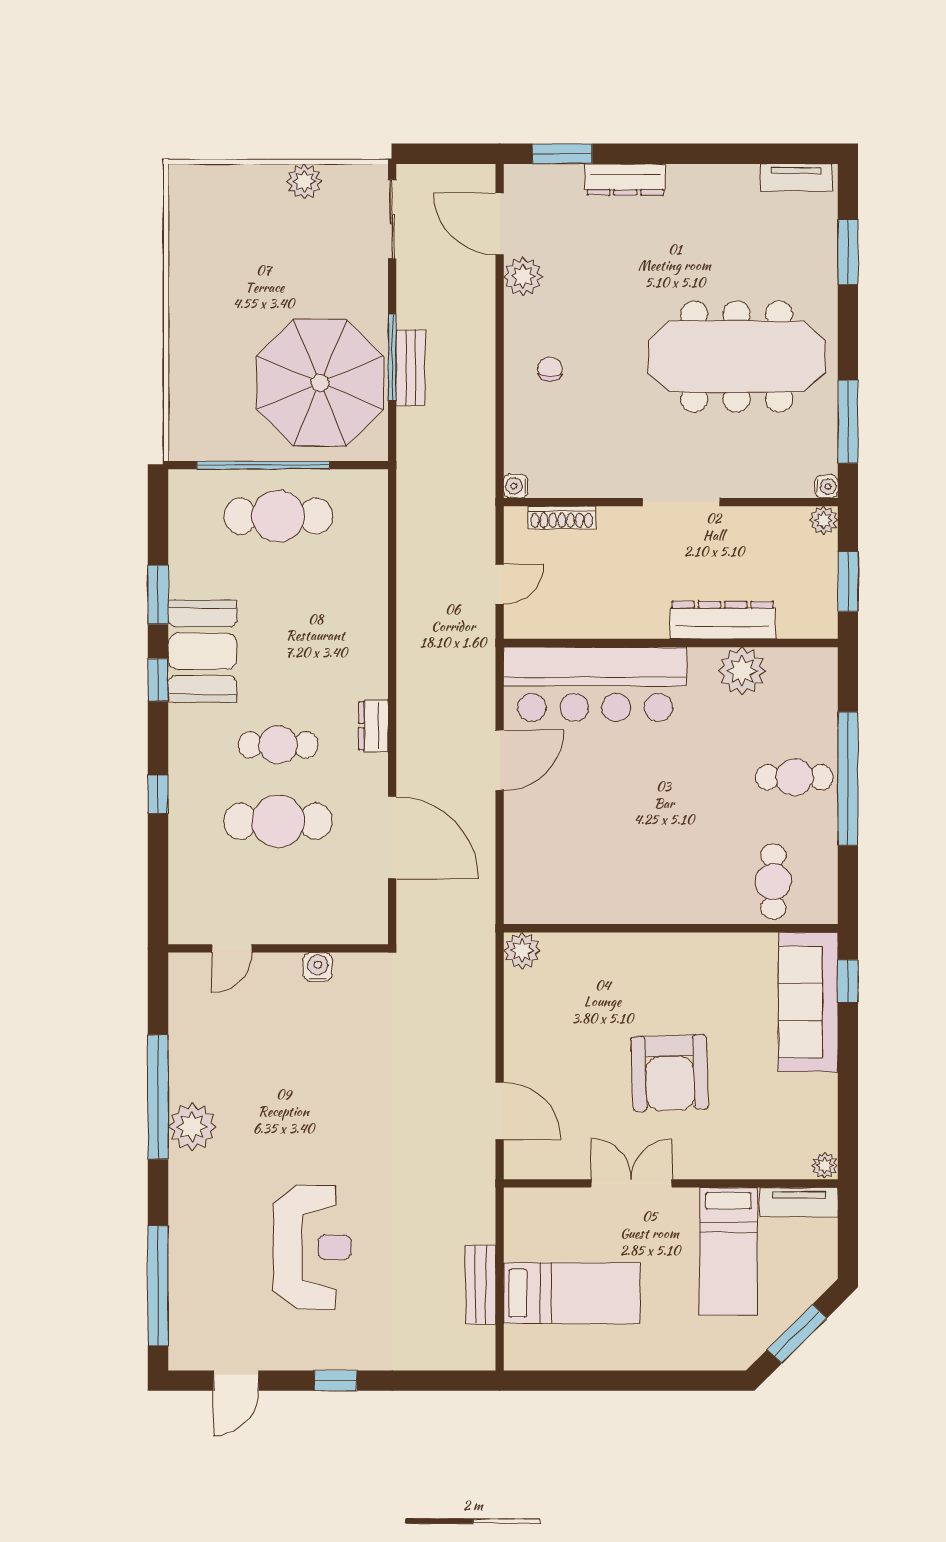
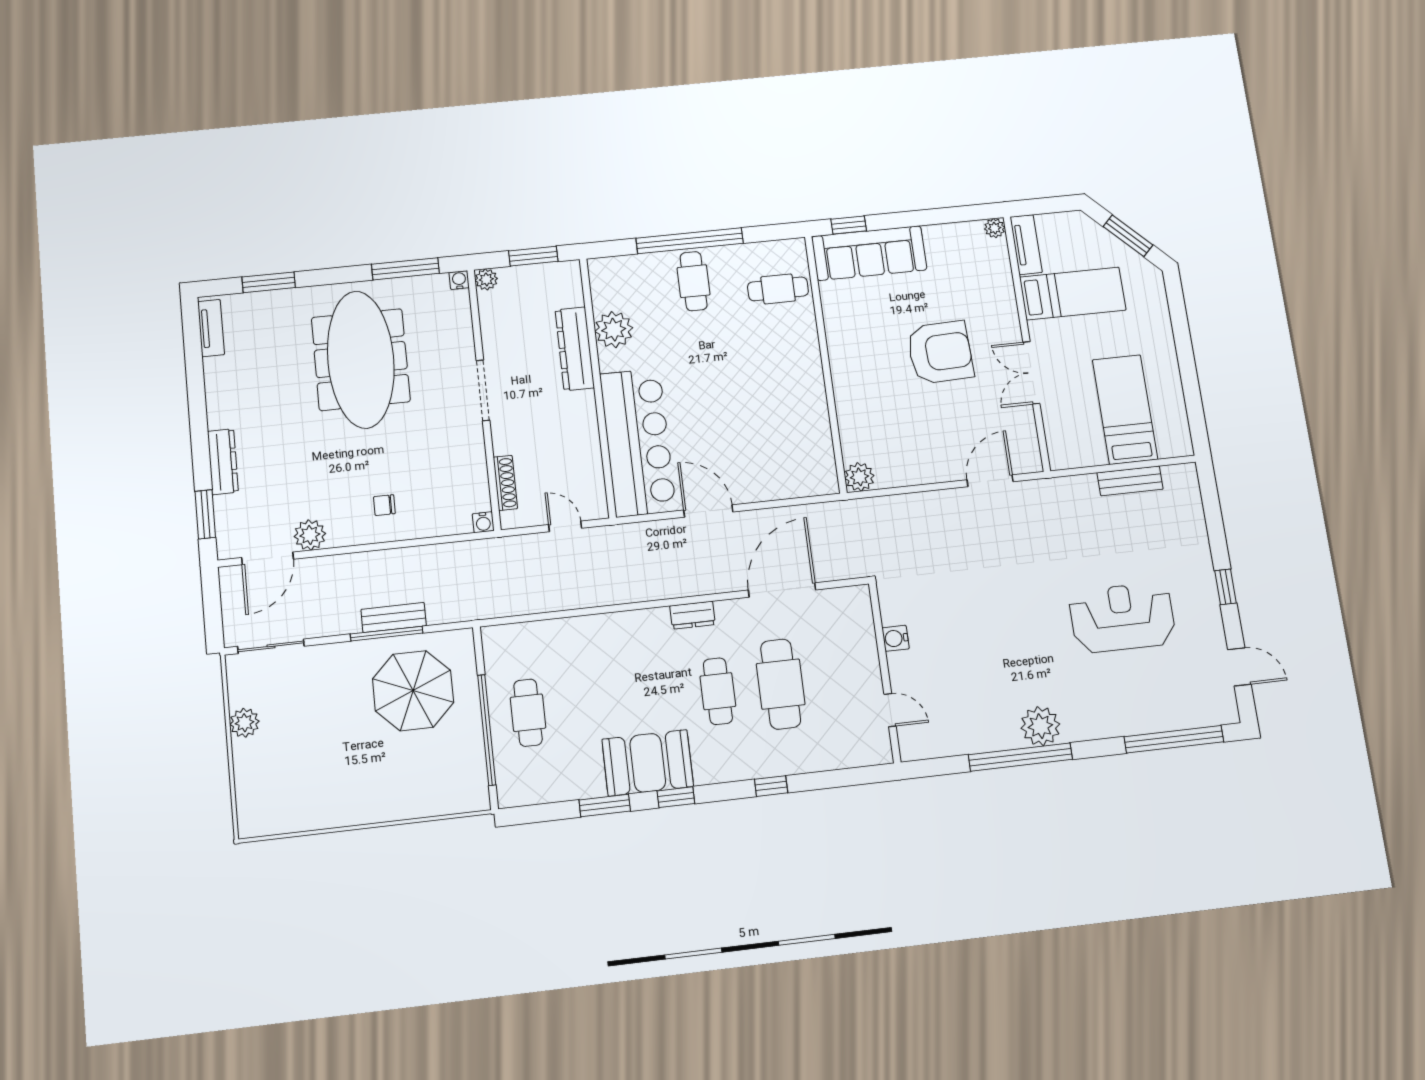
parasol: (320, 383) -> (413, 691), width x0.73, depth x0.73
cafe table: (278, 516) -> (528, 713), width x0.73, depth x0.74

